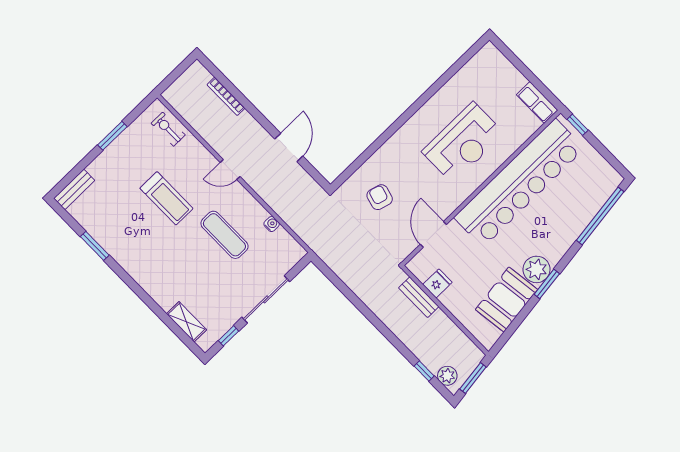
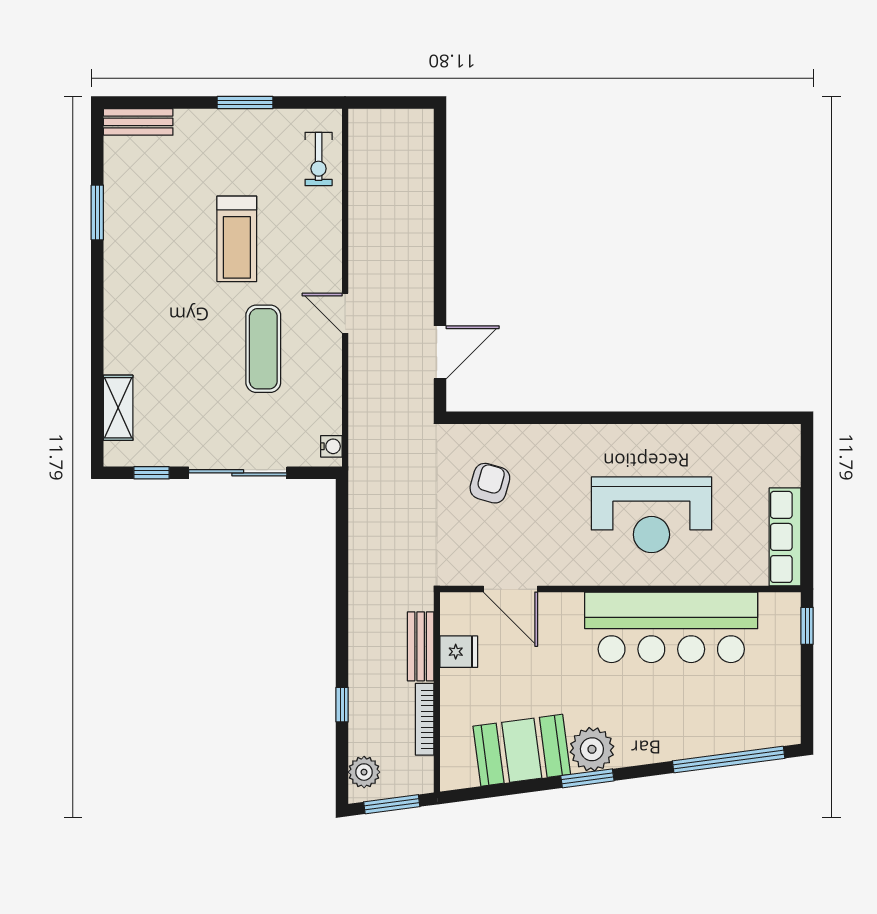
bookcase: (226, 96) -> (425, 719), moved
row of seats: (537, 102) -> (785, 537), width x1.48
exercise bike: (168, 129) -> (319, 159), turned 180
door: (289, 147) -> (440, 352), moved
door: (230, 170) -> (345, 313), moved
bar counter: (519, 183) -> (671, 627), width x0.73
water cooler: (272, 224) -> (331, 446), moved
door: (433, 234) -> (510, 589), swing flipped
window: (424, 371) -> (342, 705), moved

